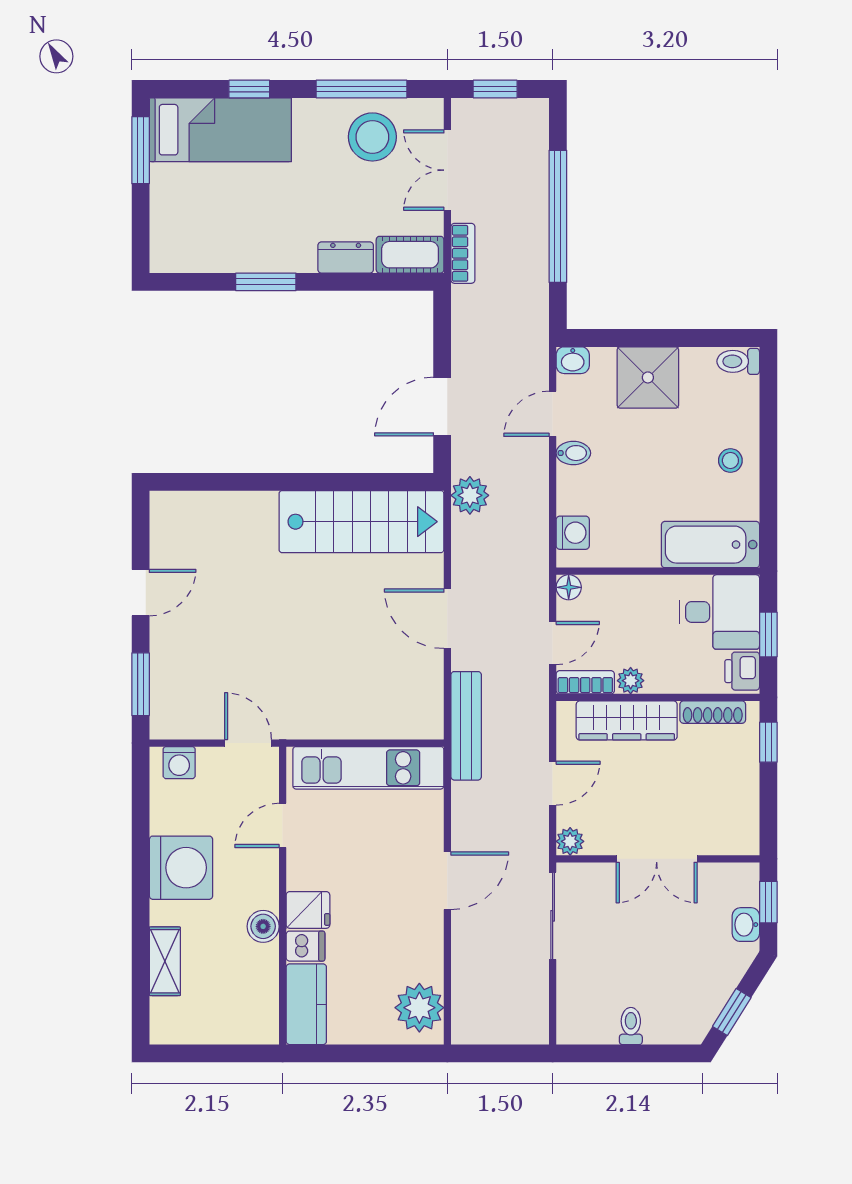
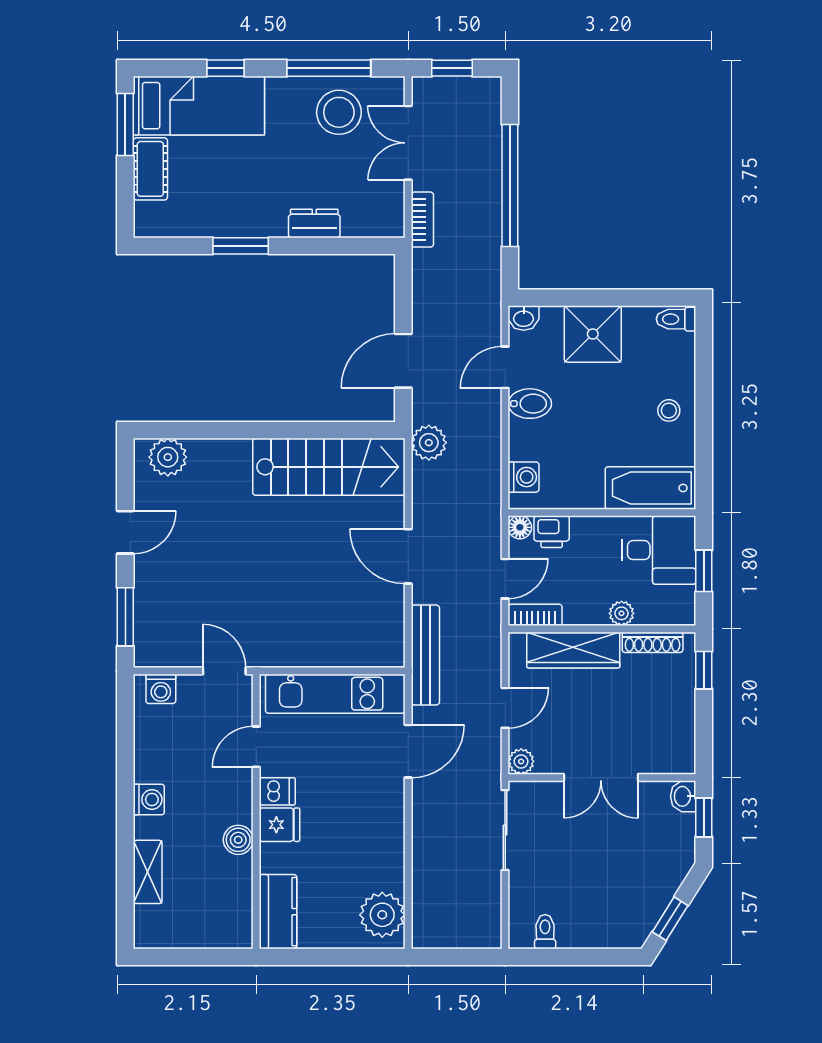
cot: (410, 255) -> (150, 169), moved, turned 90
bidet: (573, 453) -> (530, 404), width x1.38, depth x1.36
plant: (187, 511) -> (168, 457), added
printer: (742, 671) -> (552, 532), moved, turned -90
plant: (631, 681) -> (622, 613), moved
washing machine: (181, 868) -> (149, 799), width x0.53, depth x0.53
door: (447, 881) -> (408, 751), moved
washbasin: (746, 925) -> (683, 796), moved
dishwasher: (305, 946) -> (277, 791), moved
toilet: (631, 1026) -> (545, 932), moved

